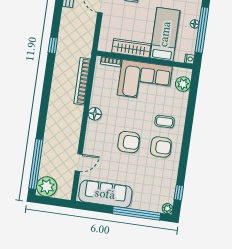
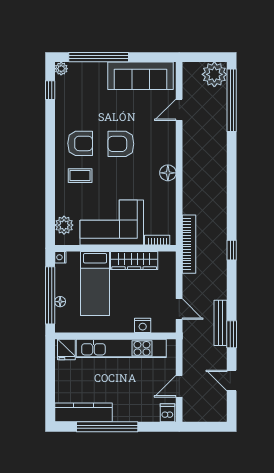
bookcase: (82, 81) -> (189, 244), moved
armchair: (161, 147) -> (80, 143), turned 180

